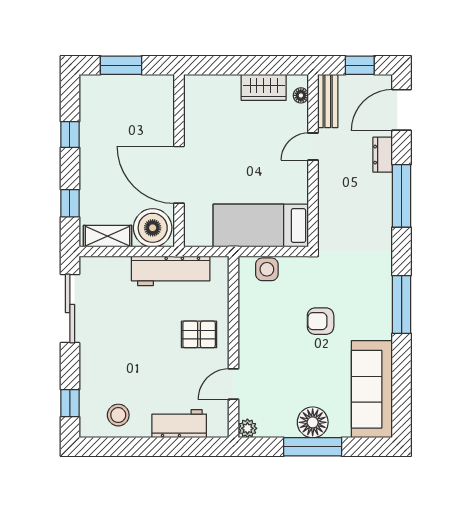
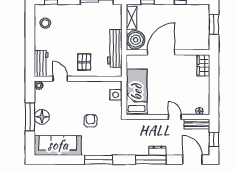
wardrobe: (264, 87) -> (203, 65), moved
dresser: (383, 155) -> (157, 151), moved
workbench: (179, 424) -> (41, 63), moved

